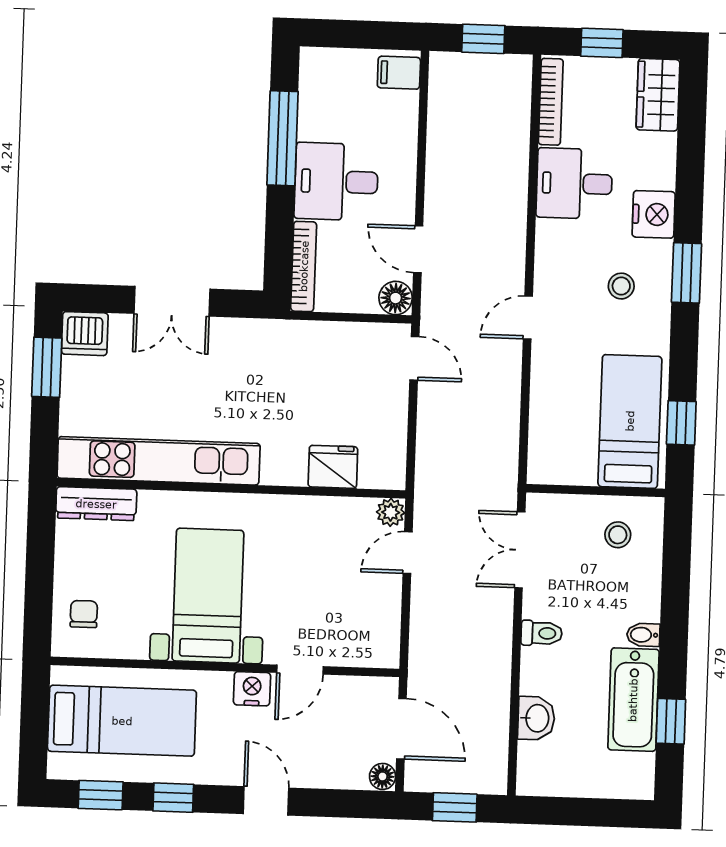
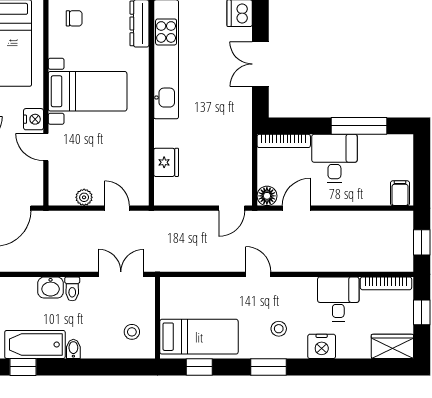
window: (686, 273) -> (269, 367), moved
plant: (391, 512) -> (84, 197), moved
washbasin: (536, 718) -> (51, 288), moved

